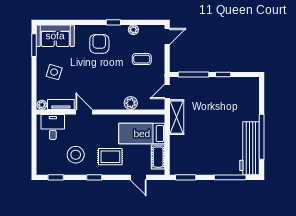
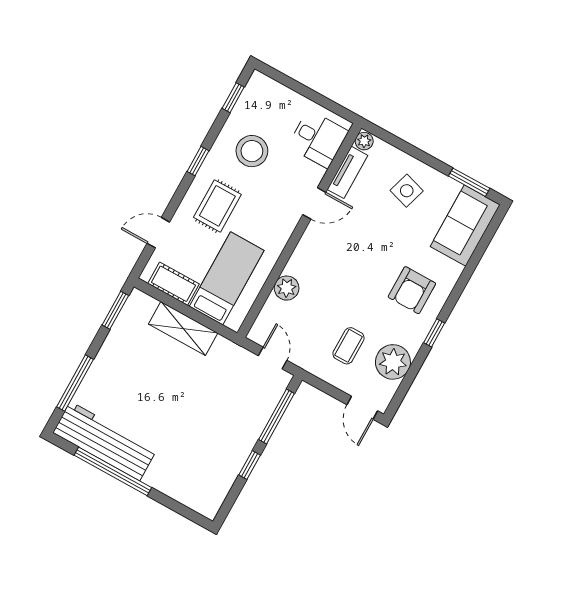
plant: (133, 30) -> (393, 362), width x1.87, depth x1.87
armchair: (99, 44) -> (412, 290), turned 90
shelving: (177, 117) -> (183, 329), moved

